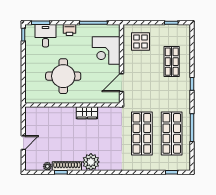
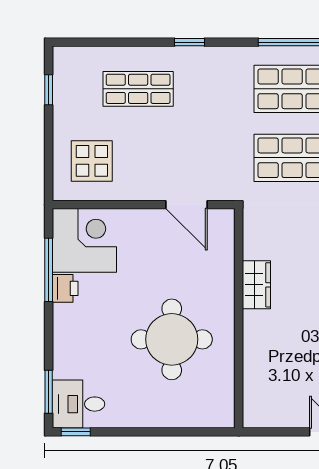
printer: (70, 30) -> (65, 288), moved
desk: (45, 36) -> (78, 404), moved
corner desk: (106, 51) -> (84, 240), moved, turned -90

